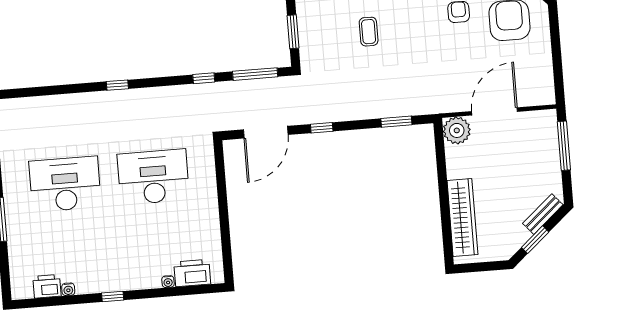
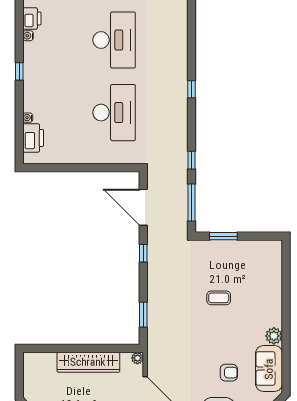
plant: (457, 130) -> (137, 358), width x0.53, depth x0.53
wardrobe: (462, 218) -> (88, 362), moved

